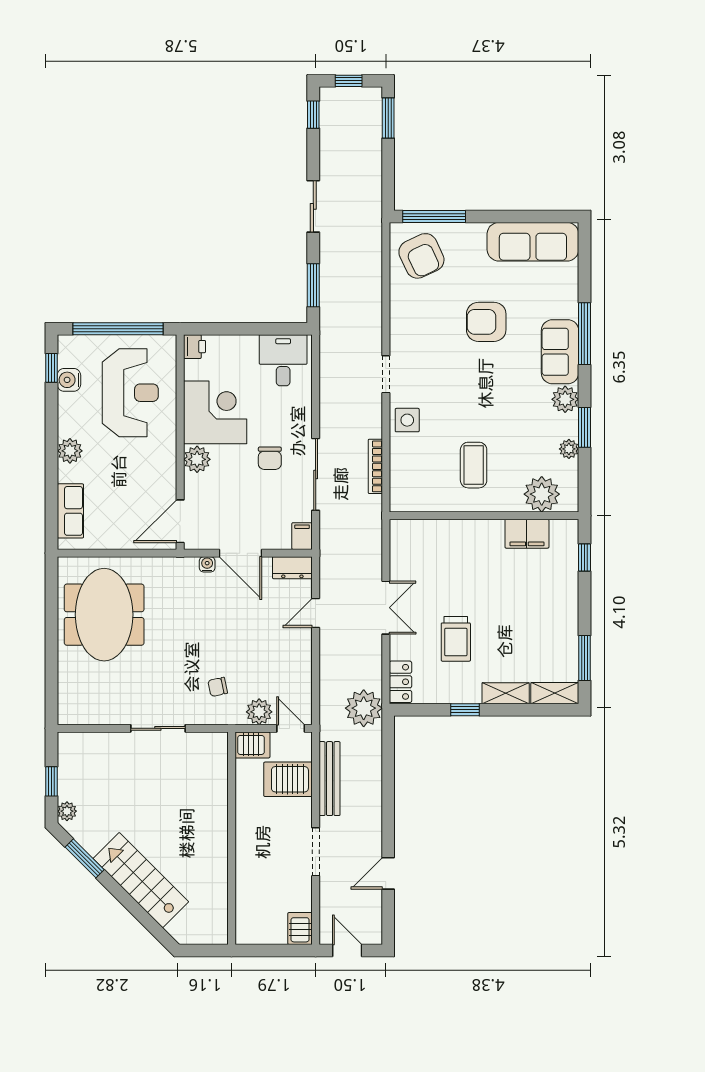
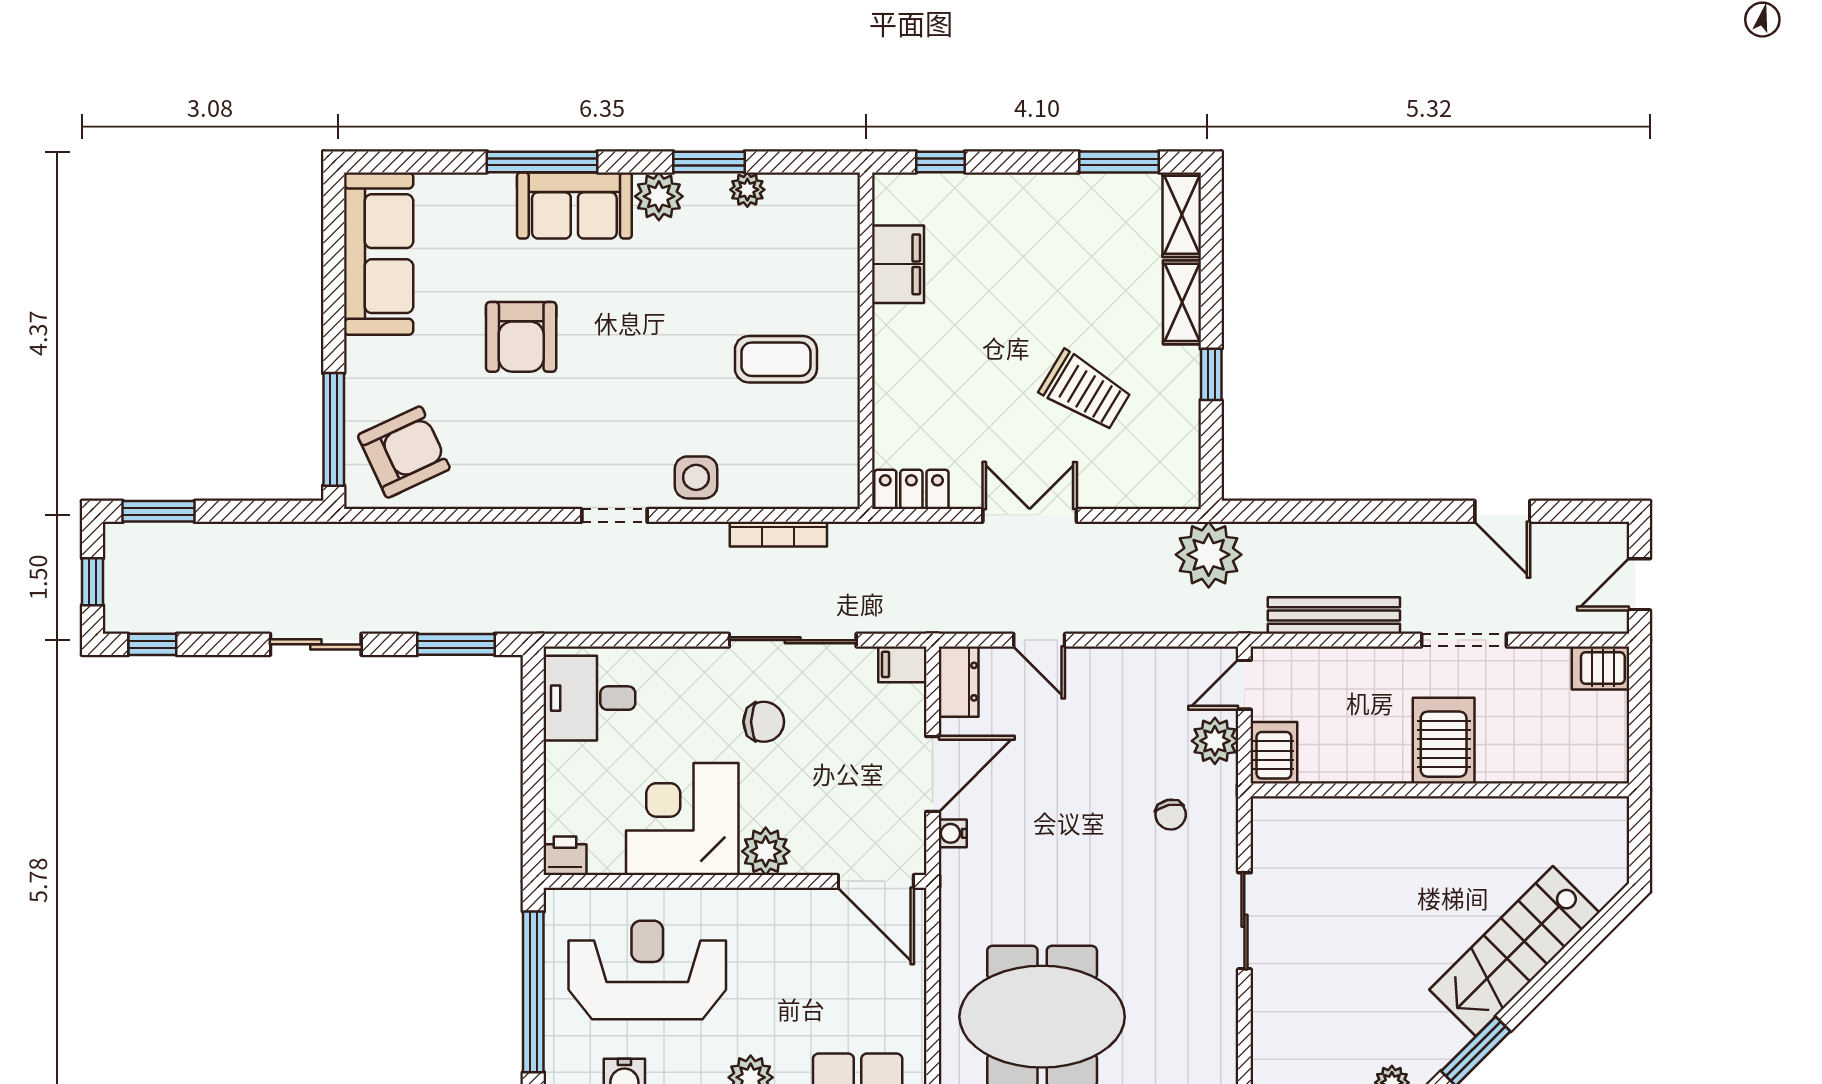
plant: (542, 494) -> (828, 238), removed
trolley: (456, 639) -> (1085, 391), turned 31
locker: (400, 682) -> (911, 489), moved
server rack: (288, 779) -> (1444, 741), moved, turned 180

